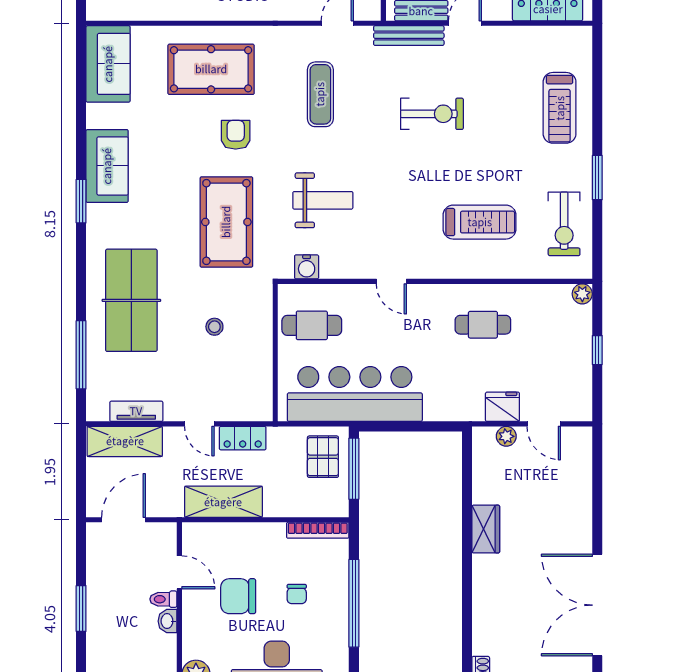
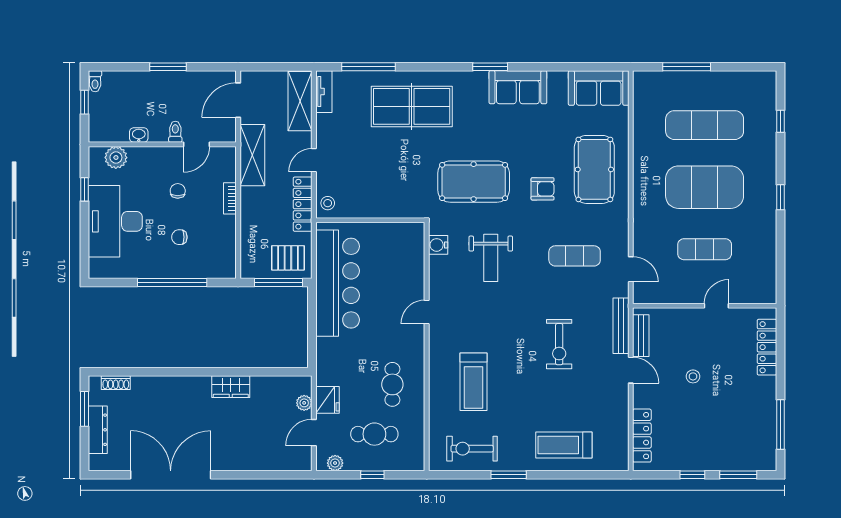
plant: (582, 294) -> (335, 463), moved
cafe table: (312, 325) -> (374, 434), moved, turned 90
stool: (214, 327) -> (328, 203), moved
tv unit: (136, 411) -> (324, 92), moved
locker: (243, 438) -> (303, 204), width x1.53
shelving: (223, 502) -> (252, 155), moved
door: (123, 520) -> (238, 100), swing flipped
bookcase: (318, 530) -> (230, 198), moved, width x0.64
chair: (238, 596) -> (178, 191), width x0.54, depth x0.54
washbasin: (168, 621) -> (139, 135), moved

